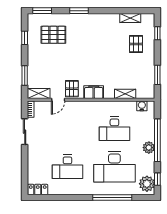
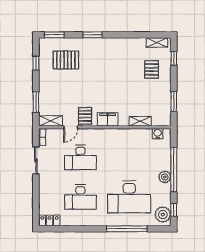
shelving: (130, 18) -> (157, 42), moved
desk: (114, 129) -> (80, 157), moved

